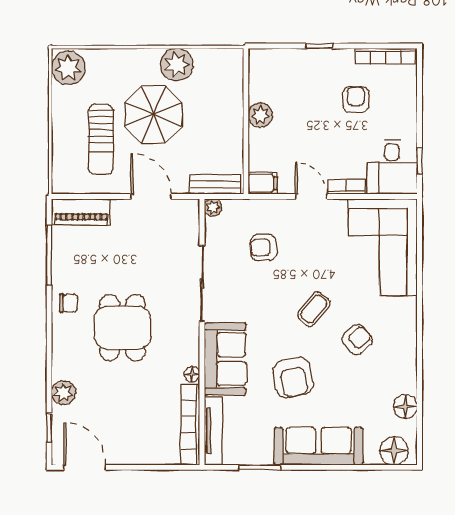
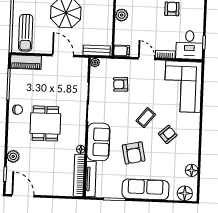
sun lounger: (101, 139) -> (26, 33), moved

